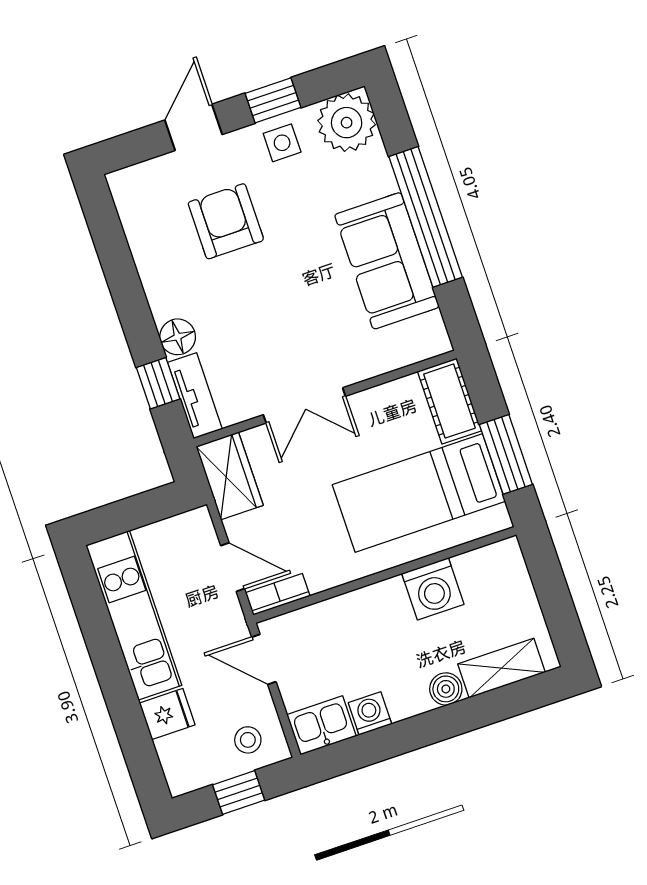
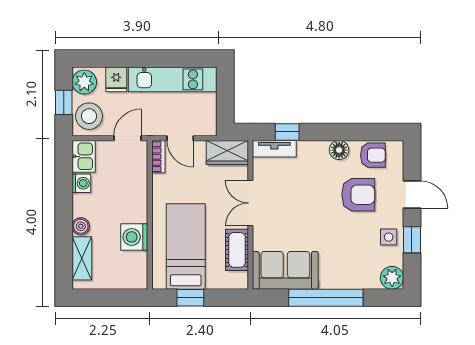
plant: (347, 123) -> (392, 278), width x0.73, depth x0.73
armchair: (148, 219) -> (373, 155), added
sofa: (387, 261) -> (285, 270), moved
floor lamp: (178, 337) -> (339, 150), moved
cot: (449, 401) -> (237, 250), moved, turned 90
window: (506, 454) -> (190, 298), width x0.67
door: (233, 567) -> (180, 138), hinge flipped
stool: (248, 740) -> (89, 116), width x1.89, depth x1.89
plant: (191, 768) -> (84, 82), added

